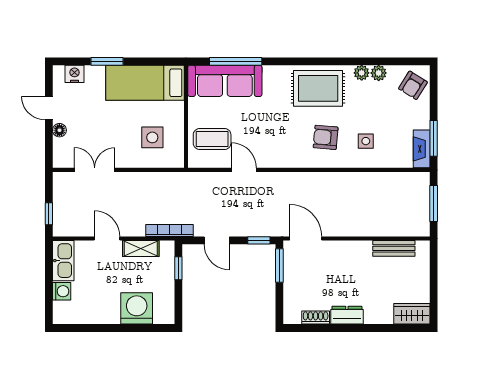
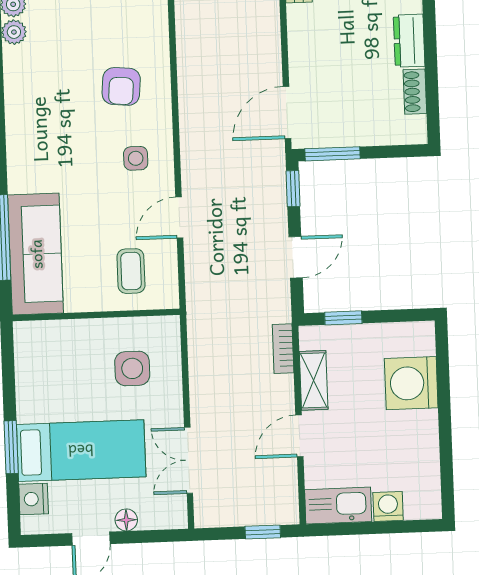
bed: (145, 83) -> (81, 451), moved, turned -90
rug: (318, 88) -> (42, 102), removed
coffee table: (212, 139) -> (131, 271), width x0.73, depth x0.77
side table: (366, 141) -> (136, 158), moved
bookcase: (169, 231) -> (283, 349), width x0.64

